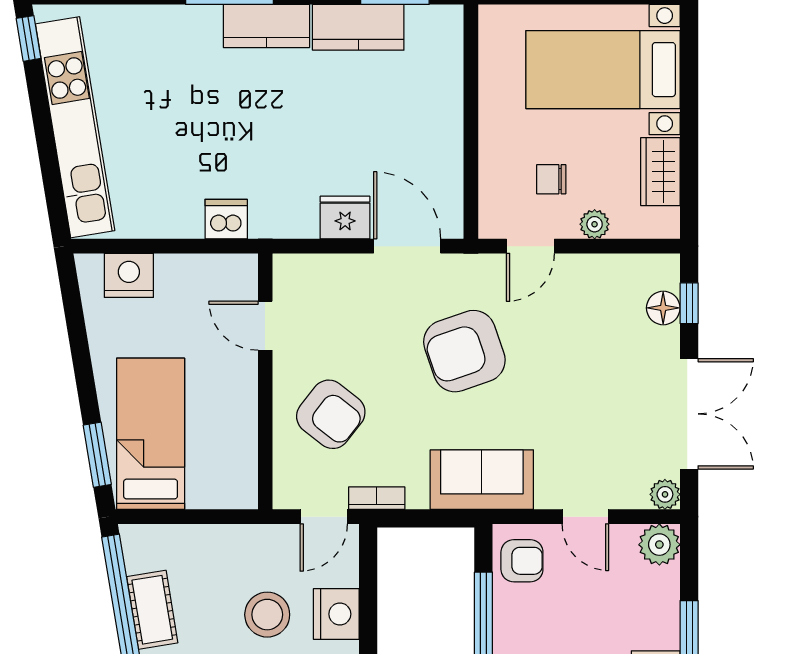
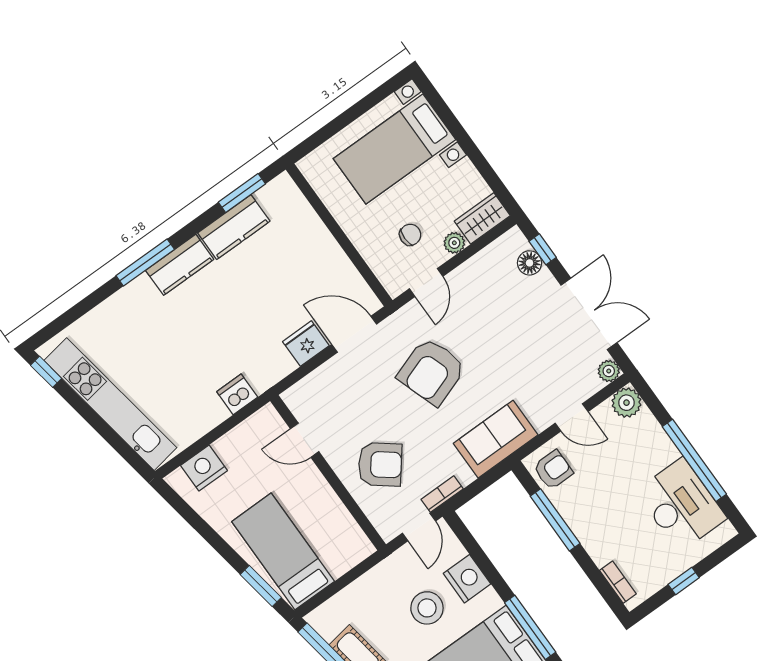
wardrobe: (660, 172) -> (482, 218), moved, turned 90
chair: (551, 179) -> (410, 235), turned 180

